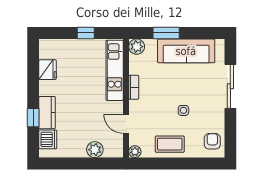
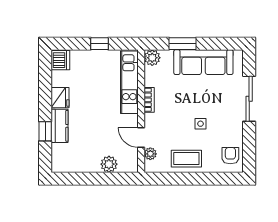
fridge: (48, 70) -> (60, 98), moved
dishwasher: (48, 139) -> (60, 60), moved
plant: (135, 152) -> (150, 154), moved

